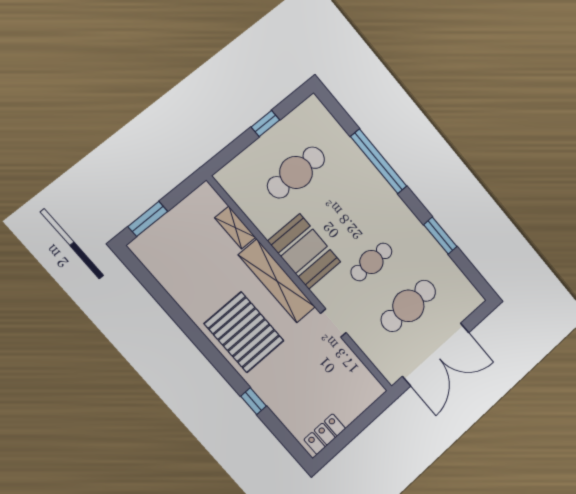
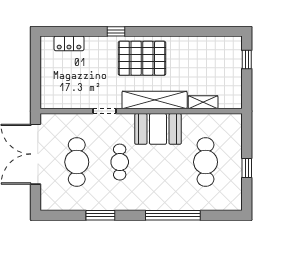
window: (148, 219) -> (247, 60), width x0.67
window: (253, 401) -> (116, 31), moved
locker: (325, 434) -> (69, 43), moved, turned 90

